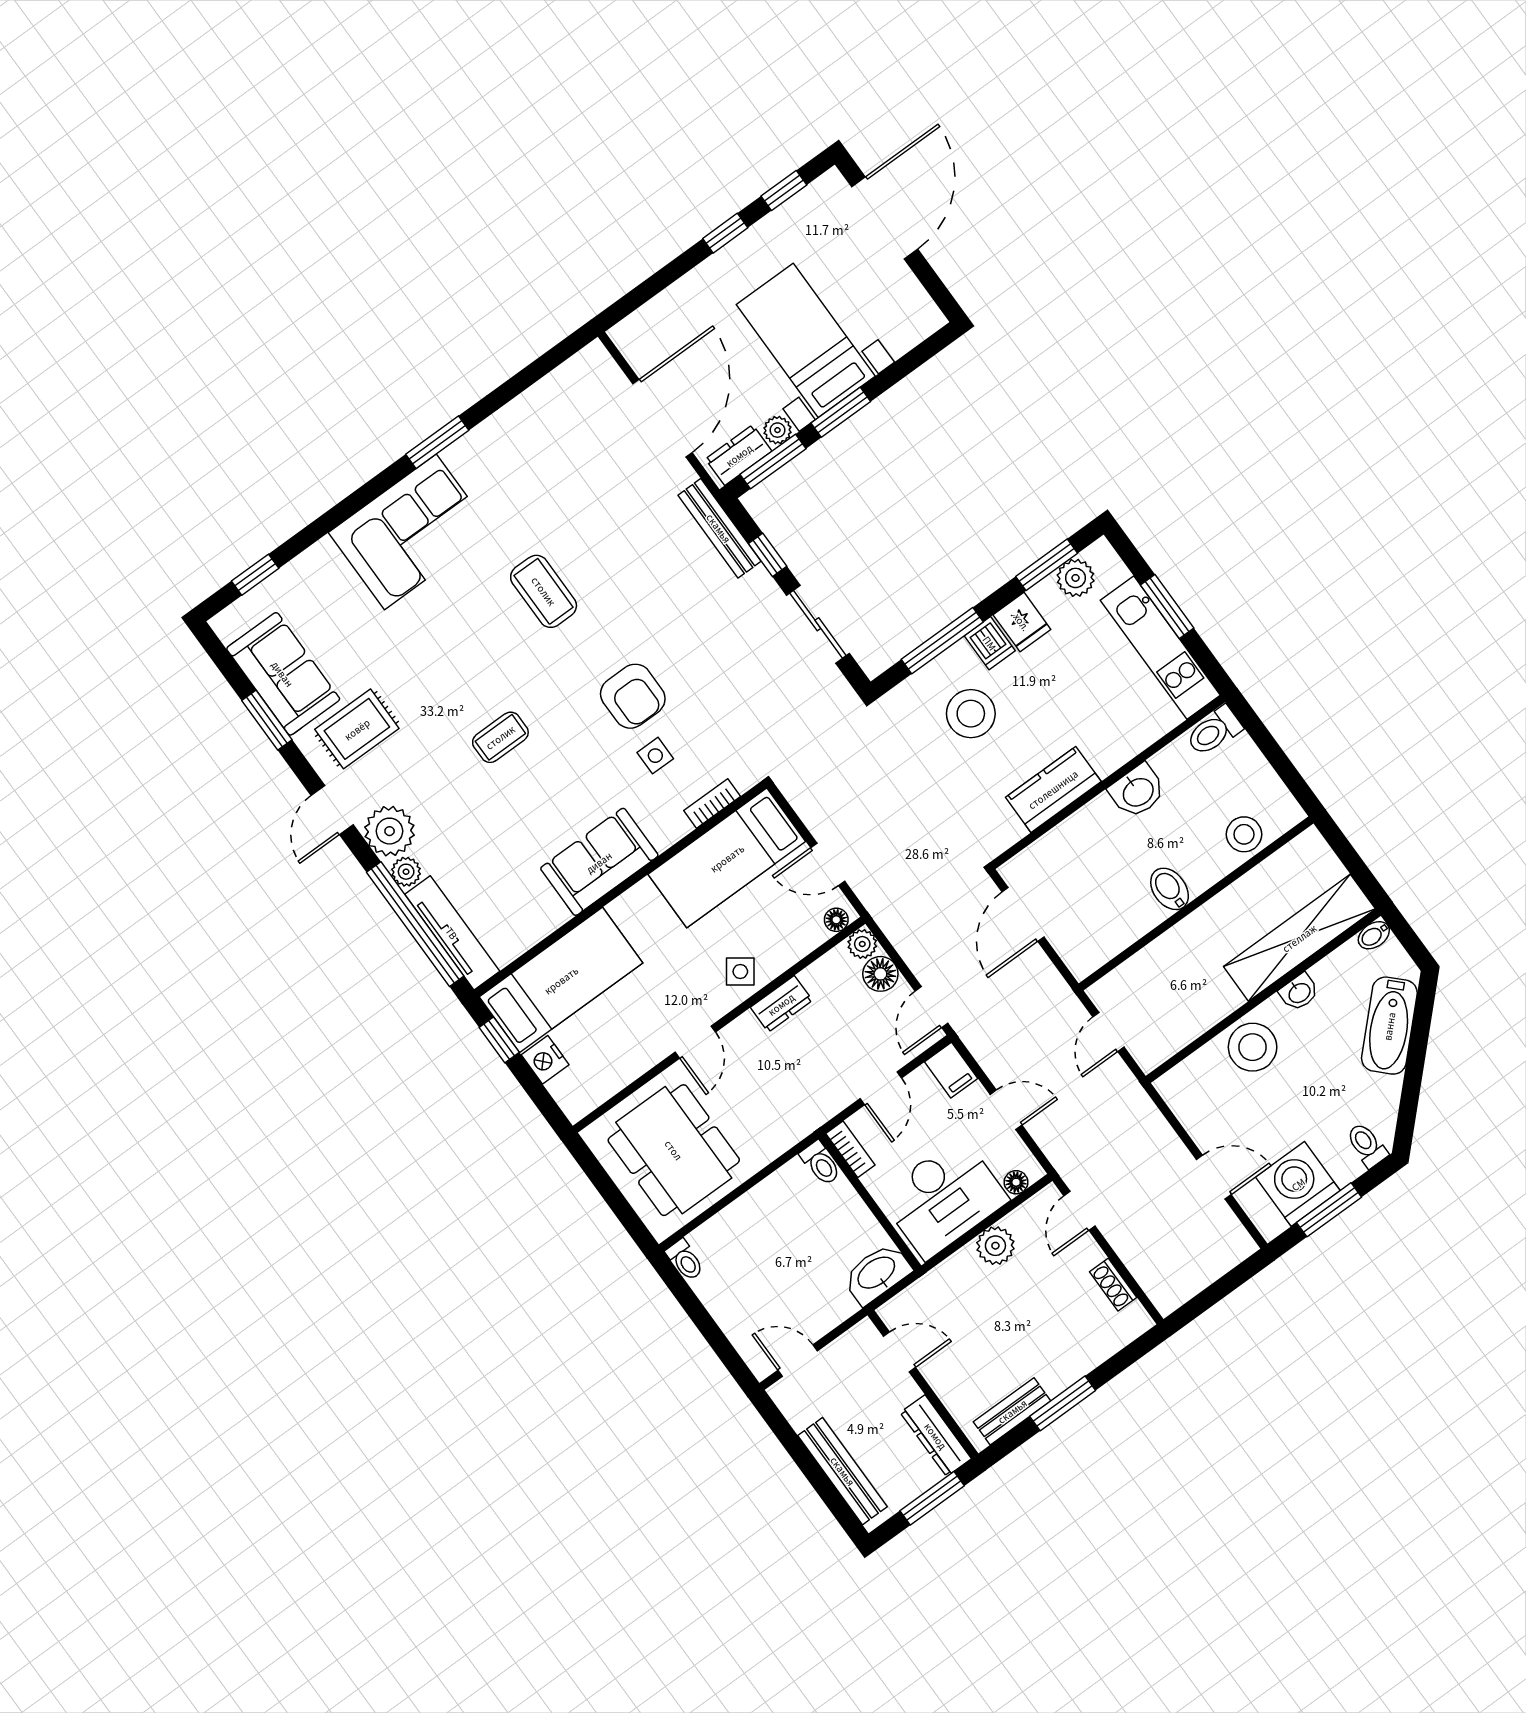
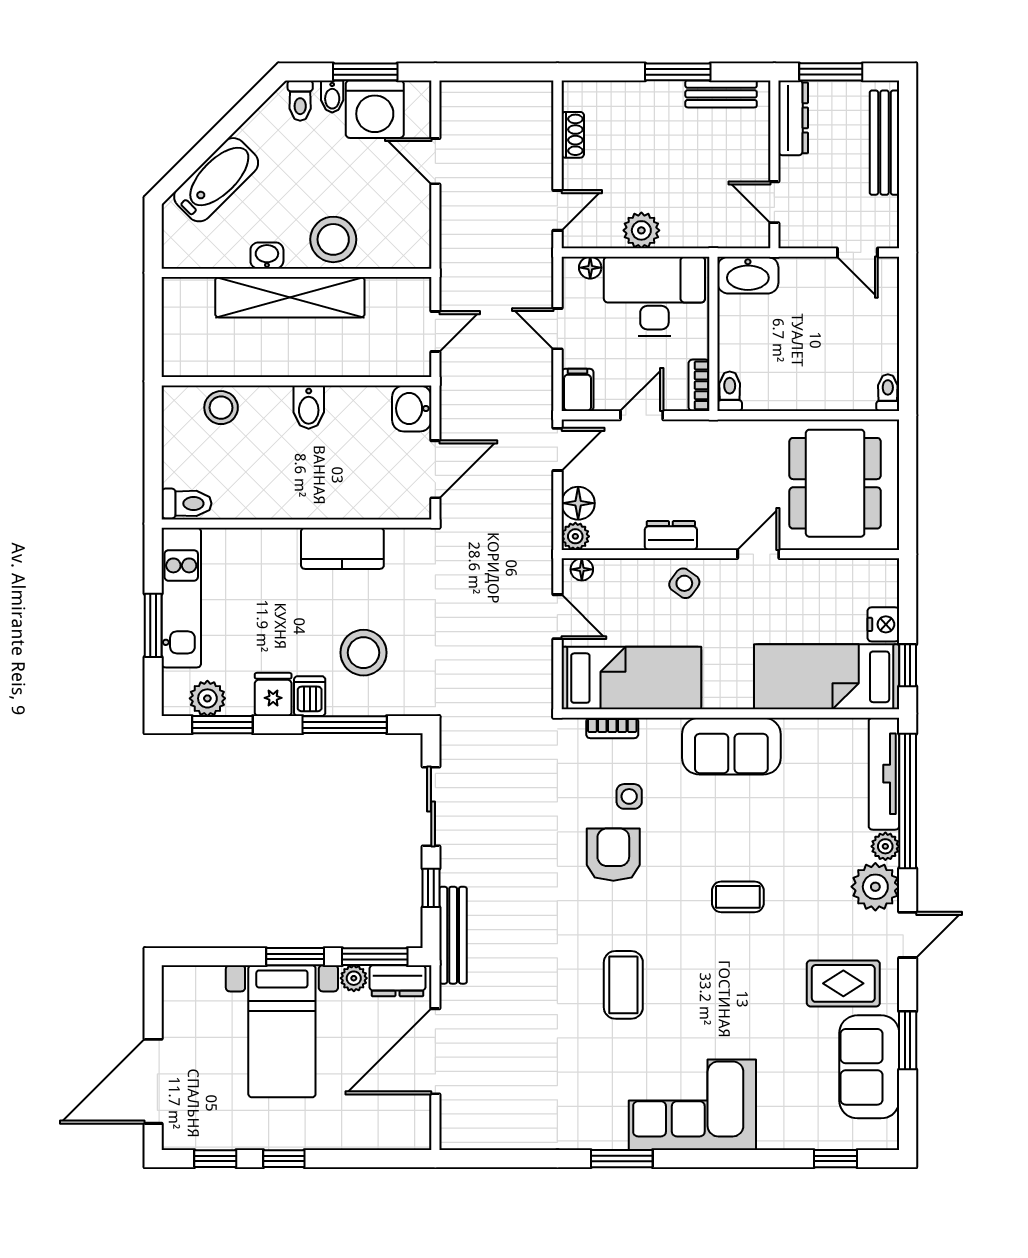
washbasin: (1137, 791) -> (412, 408), moved, turned -90
bidet: (1374, 935) -> (332, 96), moved, turned 90
shelving: (1299, 938) -> (290, 297), moved

